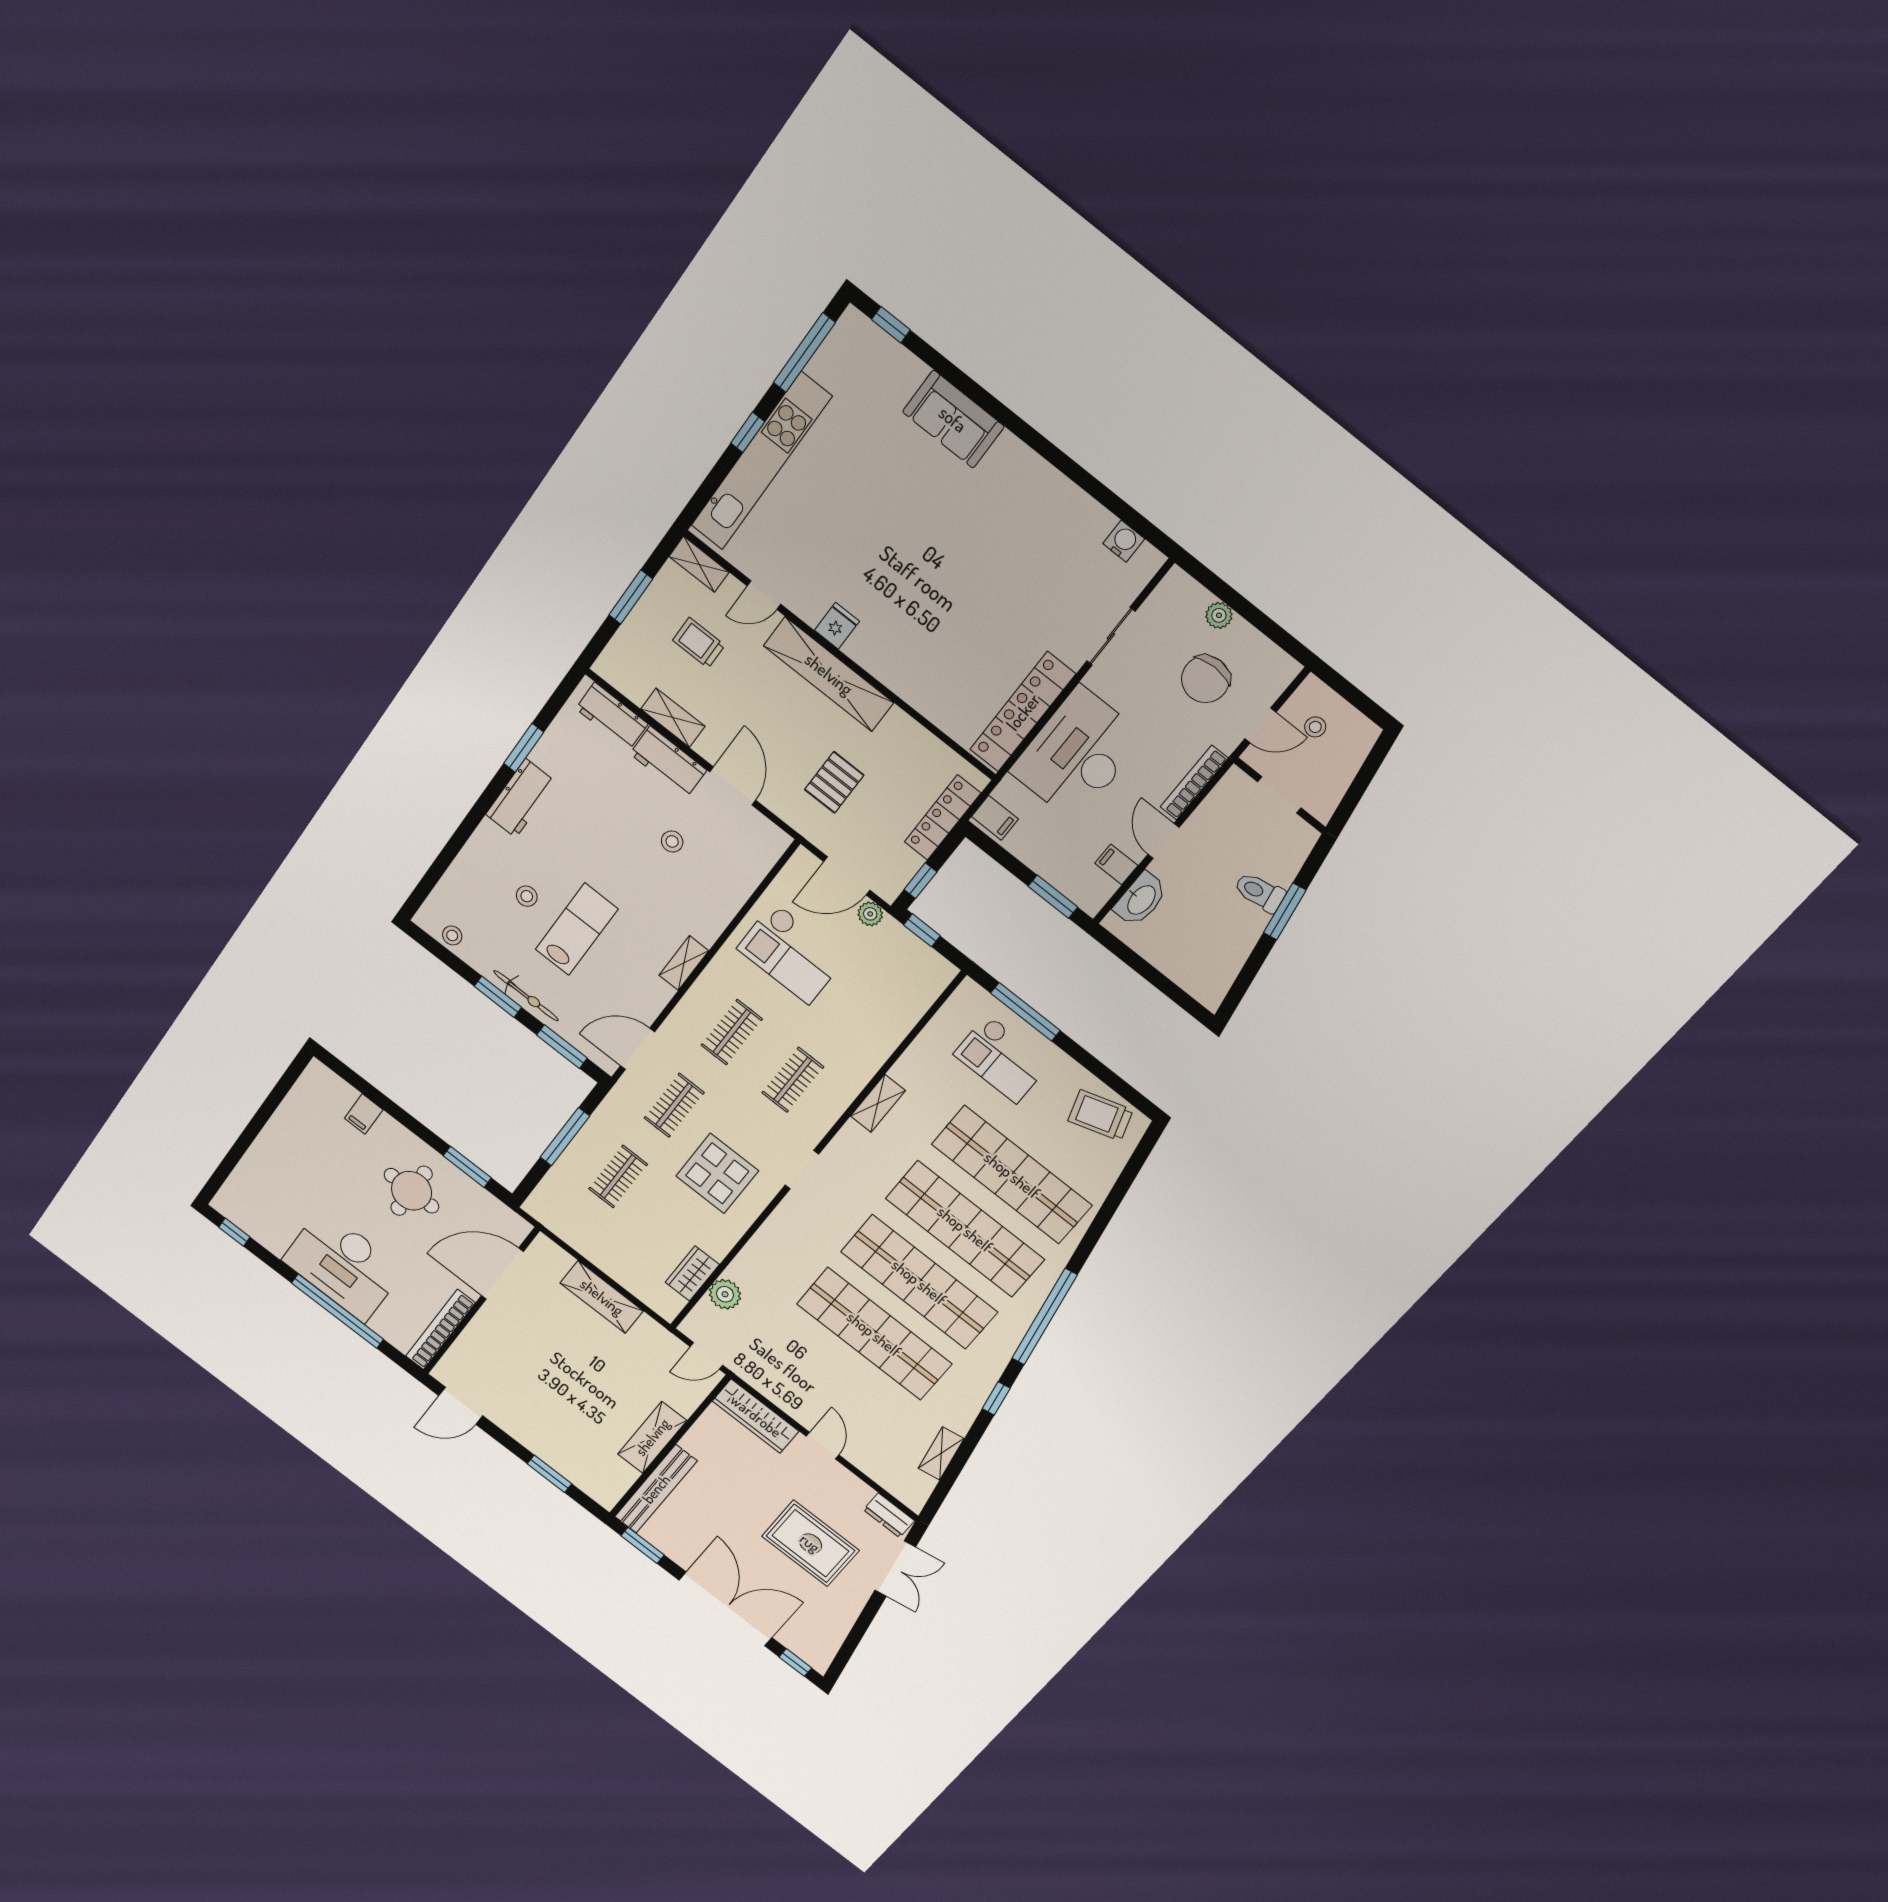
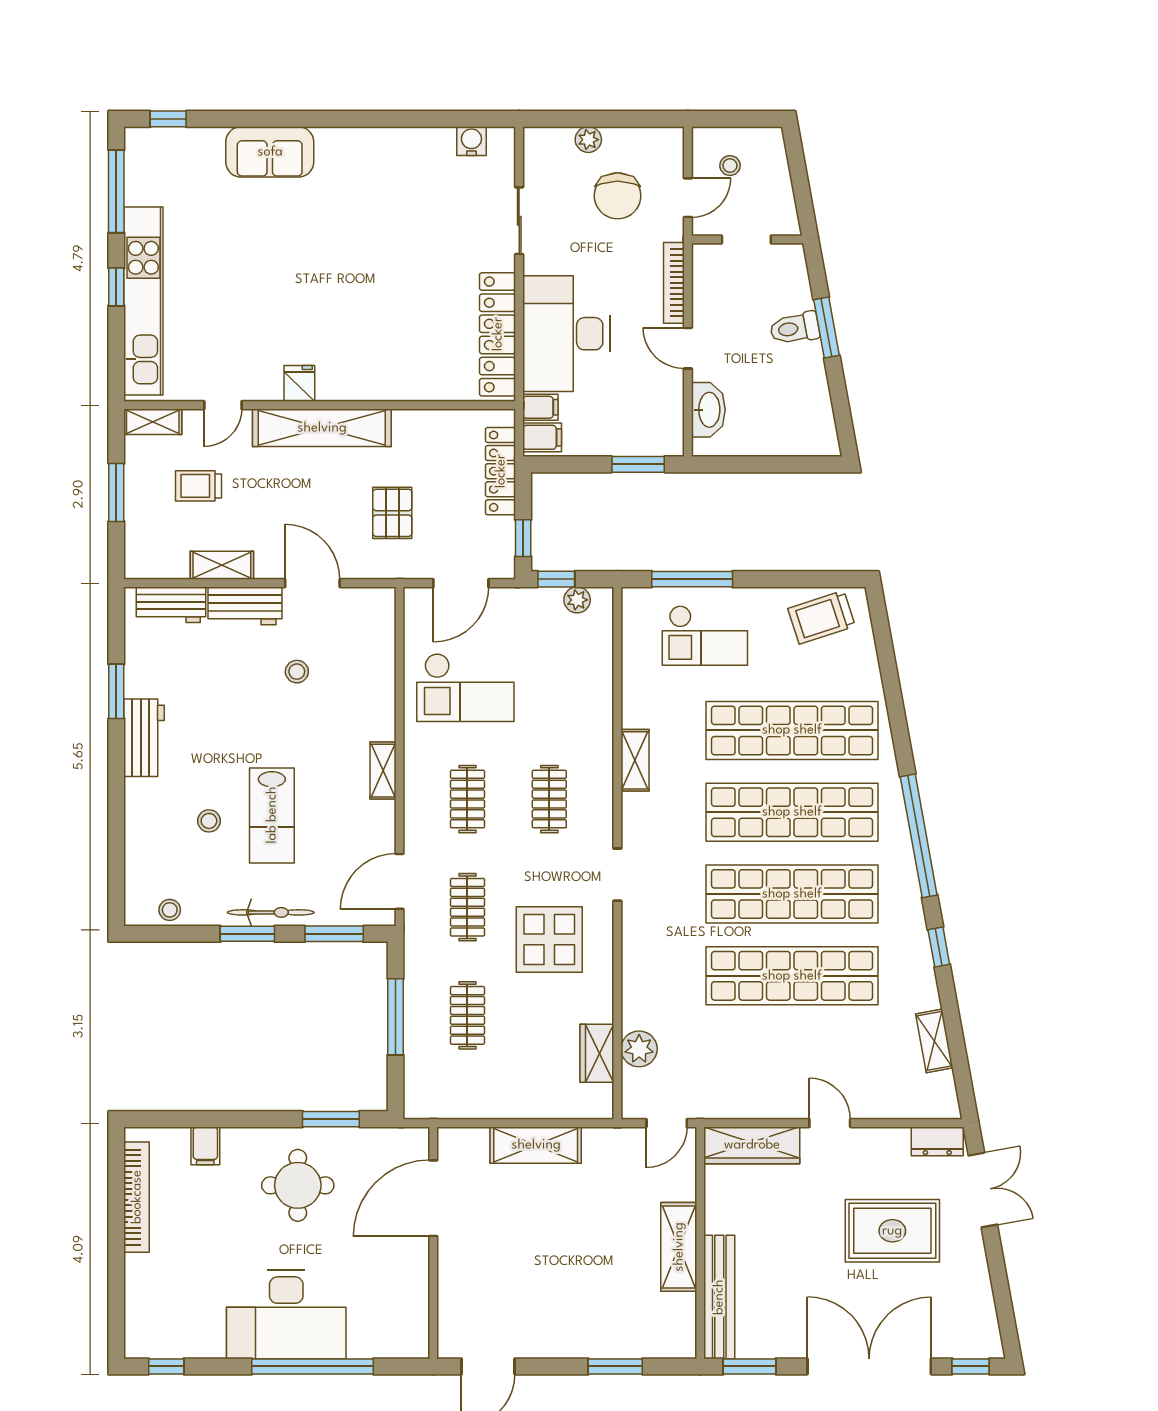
filing cabinet: (1116, 864) -> (540, 407), moved, turned 180
plant: (870, 914) -> (577, 600), moved
lab bench: (577, 929) -> (272, 815), turned 180
bookcase: (440, 1330) -> (137, 1197), moved, turned 180

